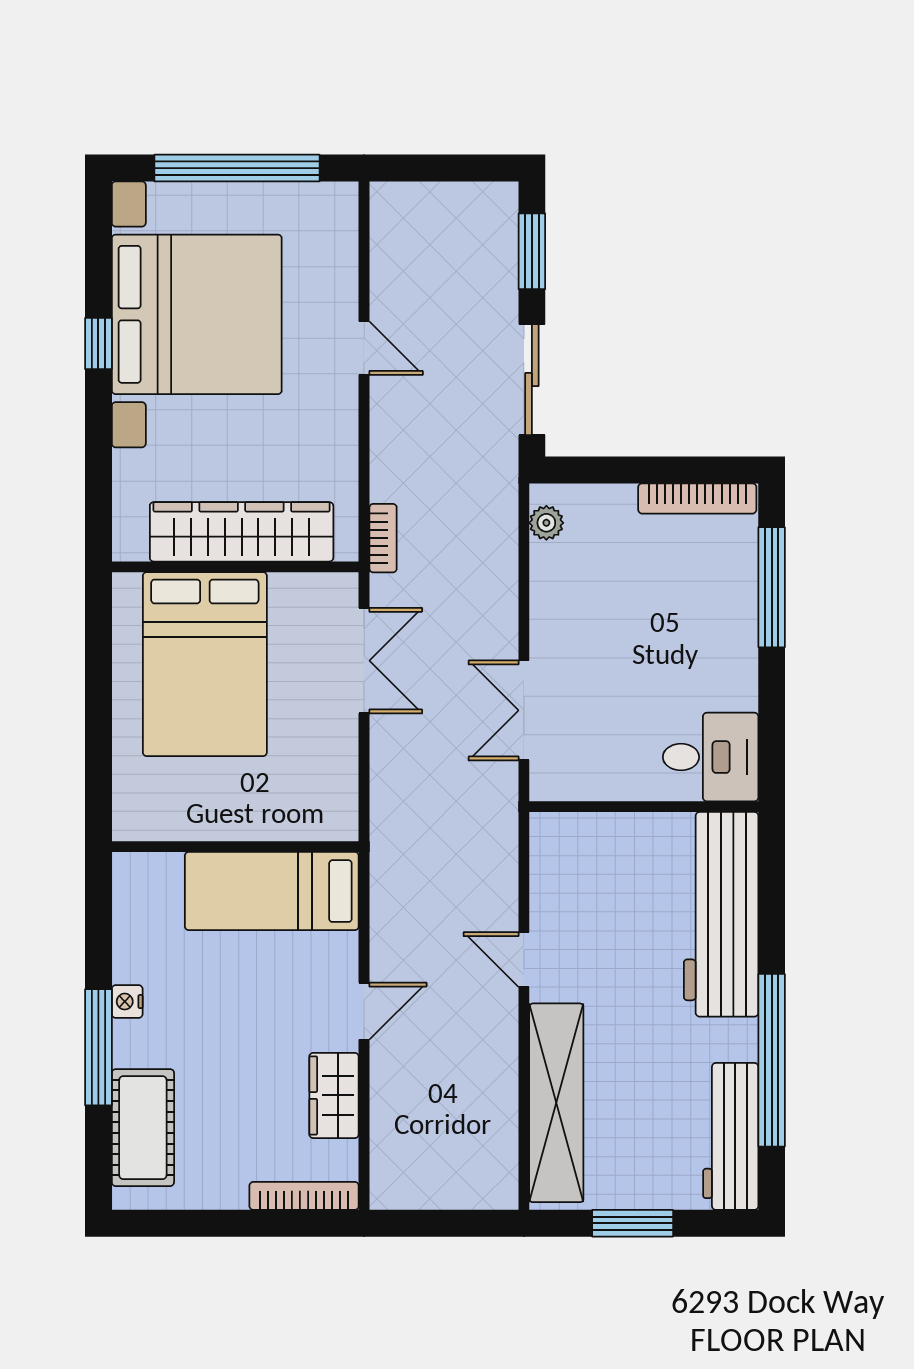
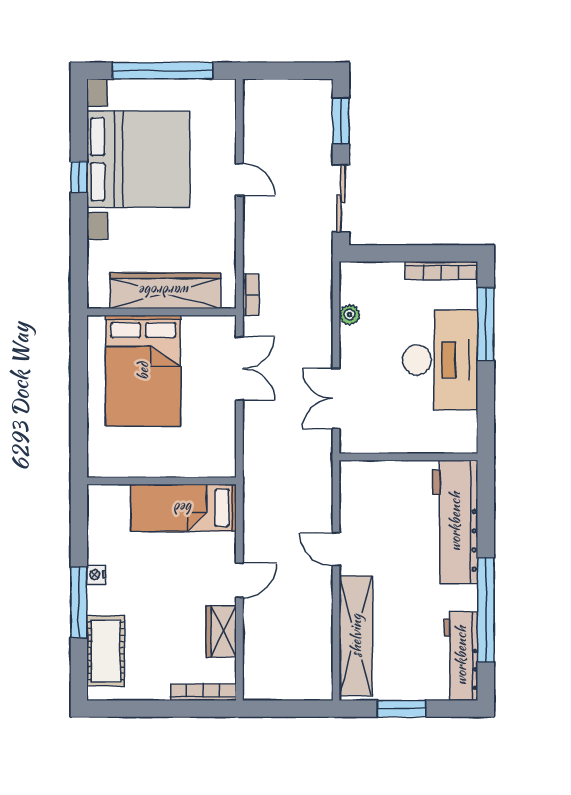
plant: (546, 523) -> (350, 315), moved
desk: (711, 757) -> (440, 360), moved, width x1.87, depth x1.30

